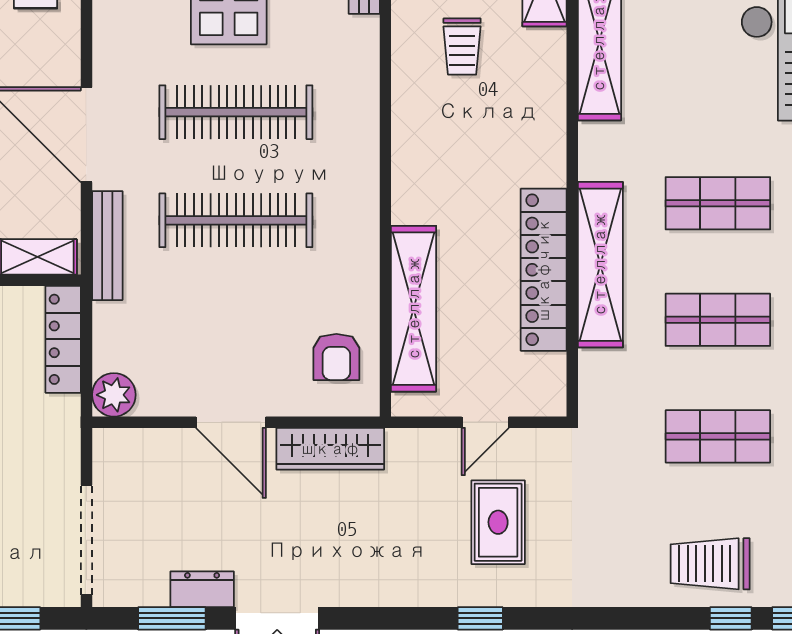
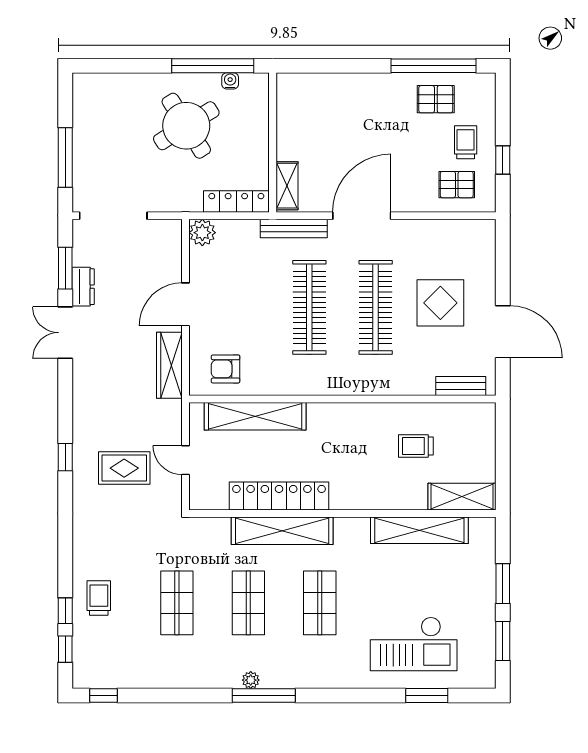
trolley: (710, 564) -> (99, 598), width x0.73, depth x0.72

